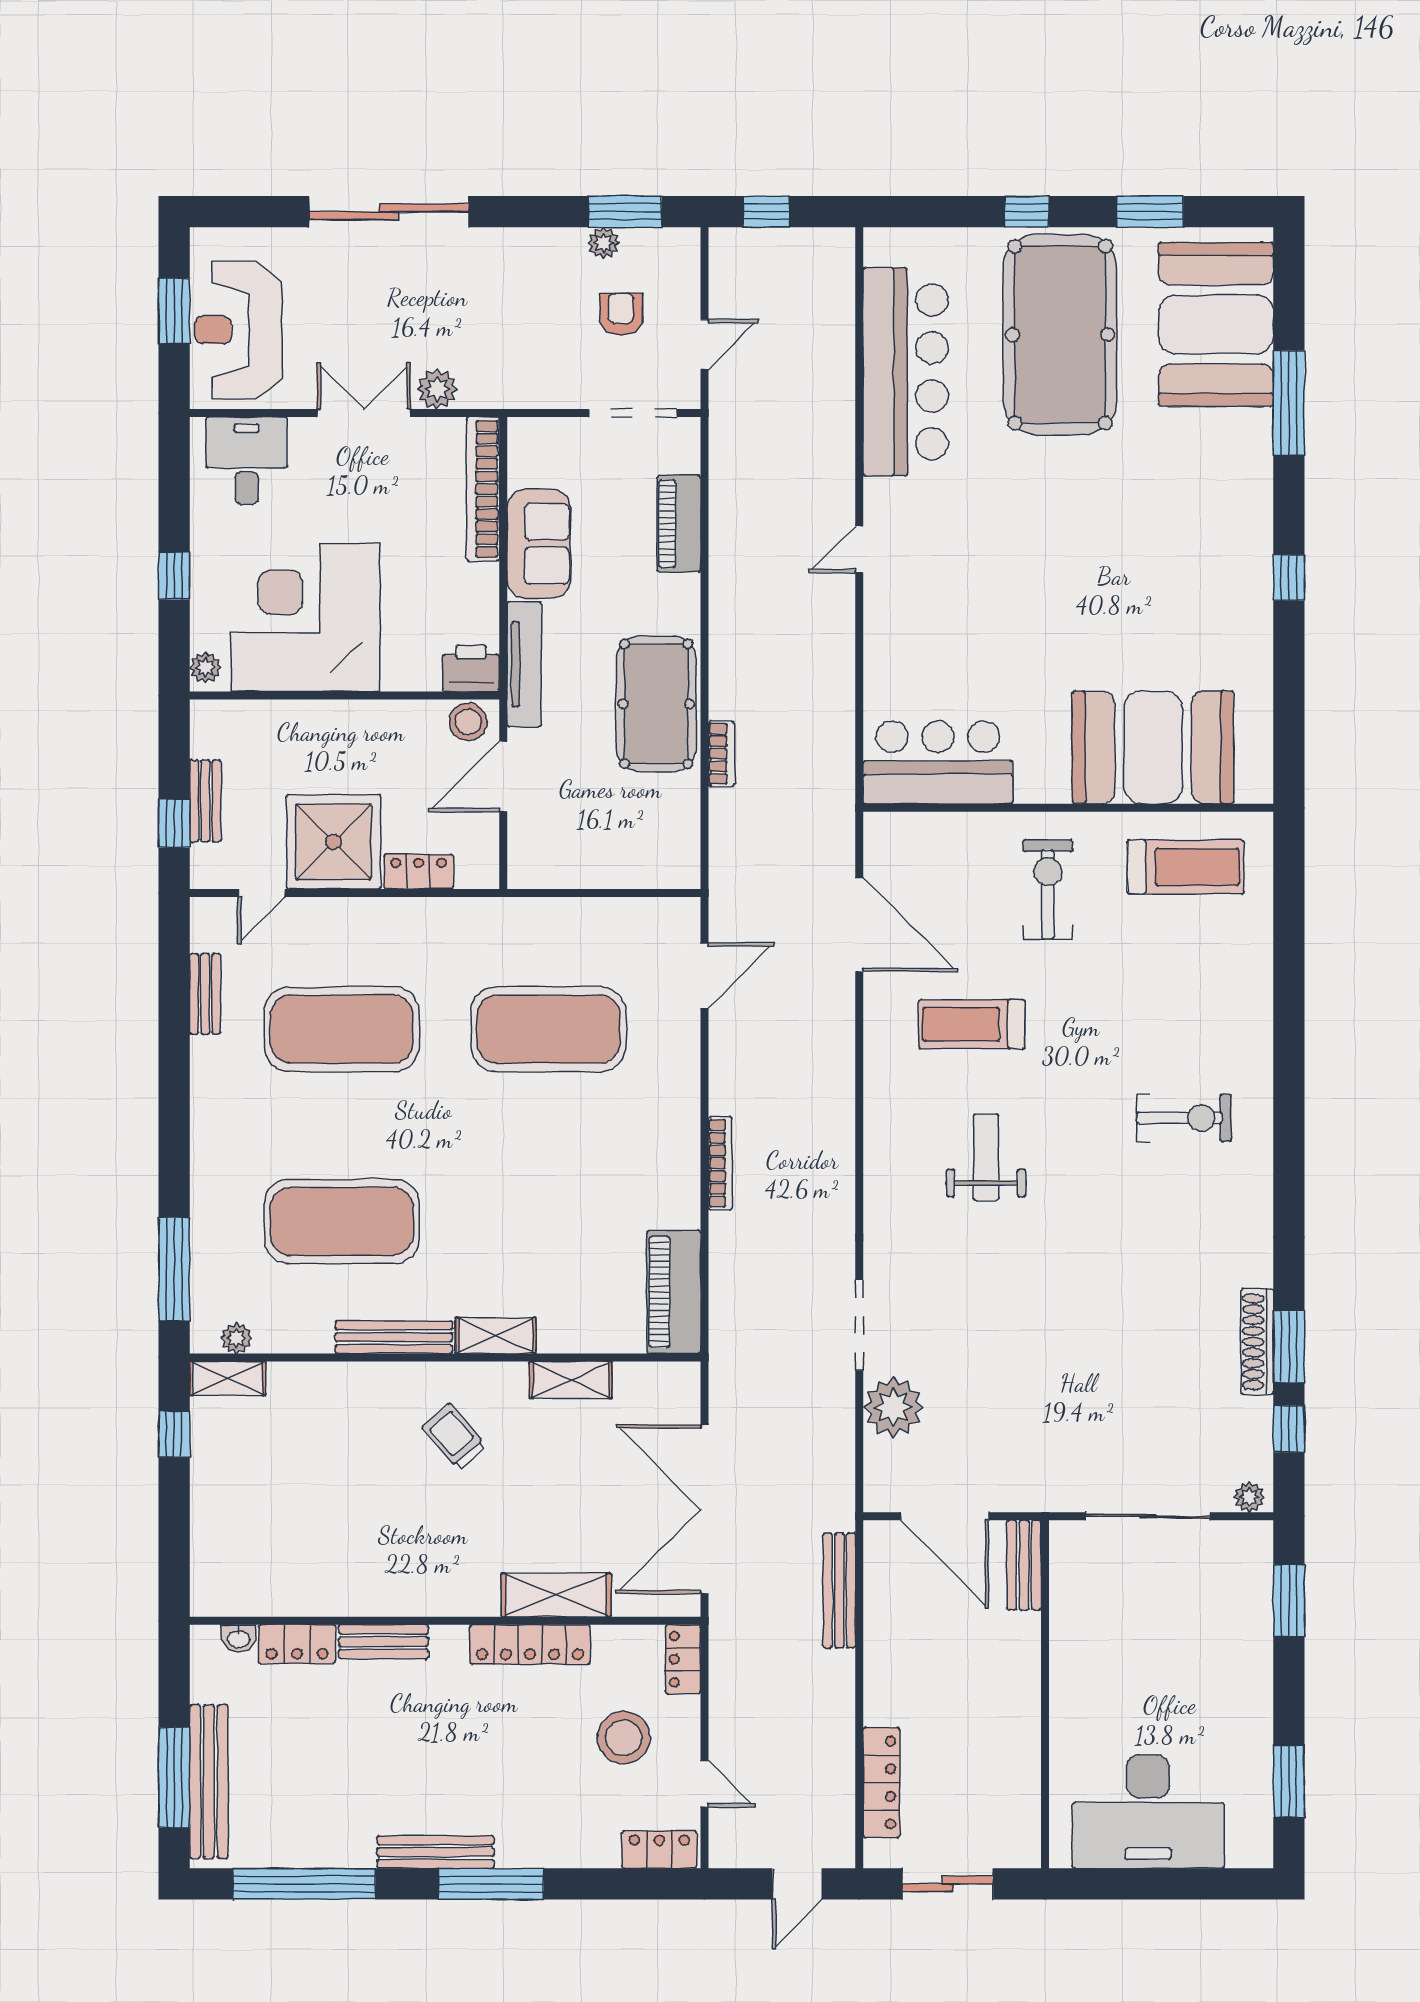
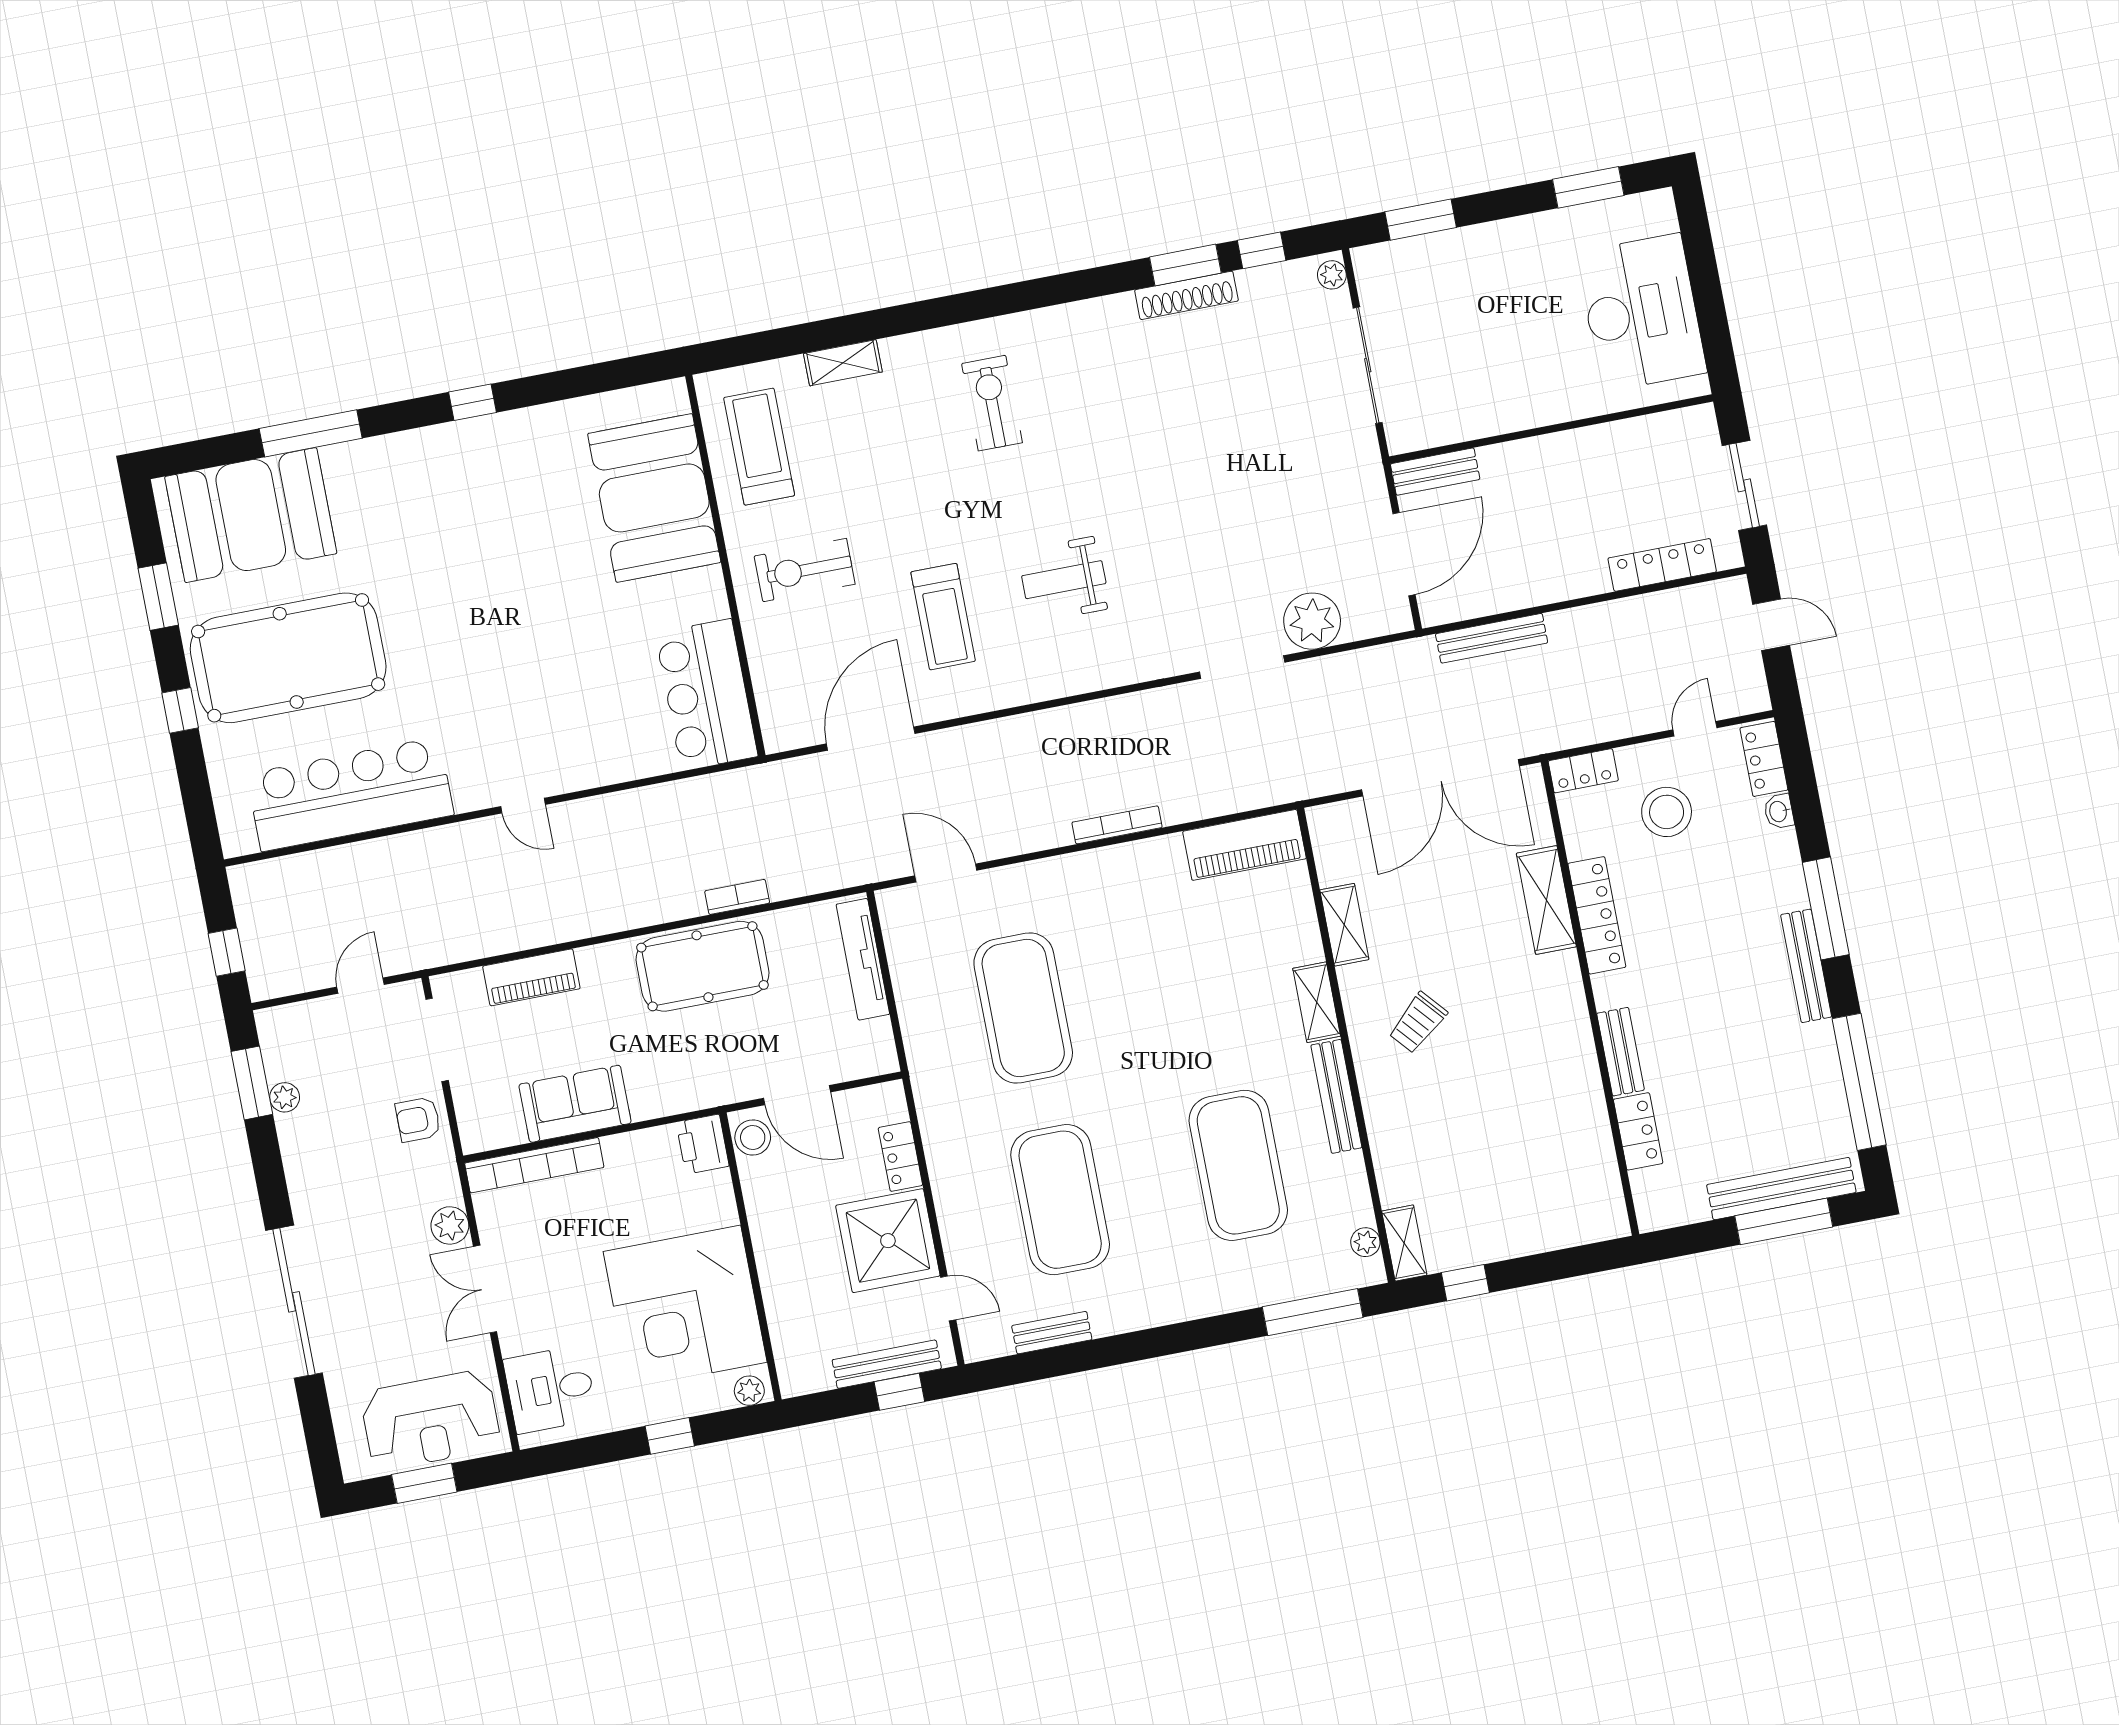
armchair: (621, 314) -> (418, 1120), moved
door: (704, 344) -> (361, 986), hinge flipped
tv unit: (524, 664) -> (863, 959), moved, turned -90
bench: (205, 801) -> (887, 1364), width x1.36
shelving: (1256, 971) -> (843, 363), added
washbasin: (238, 1638) -> (1779, 811), moved, turned 180

